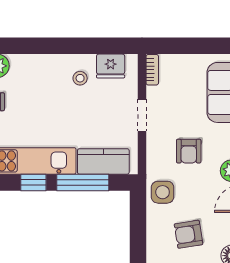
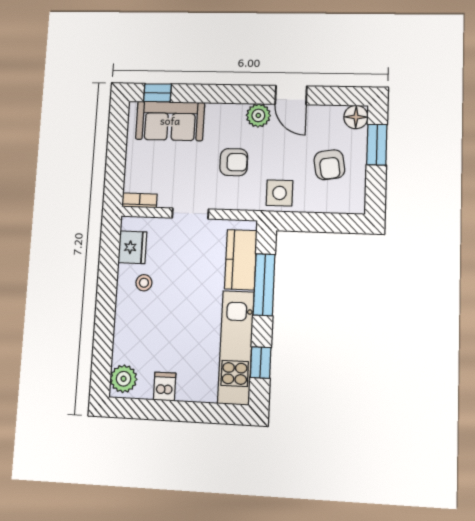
window: (33, 182) -> (261, 362), moved

